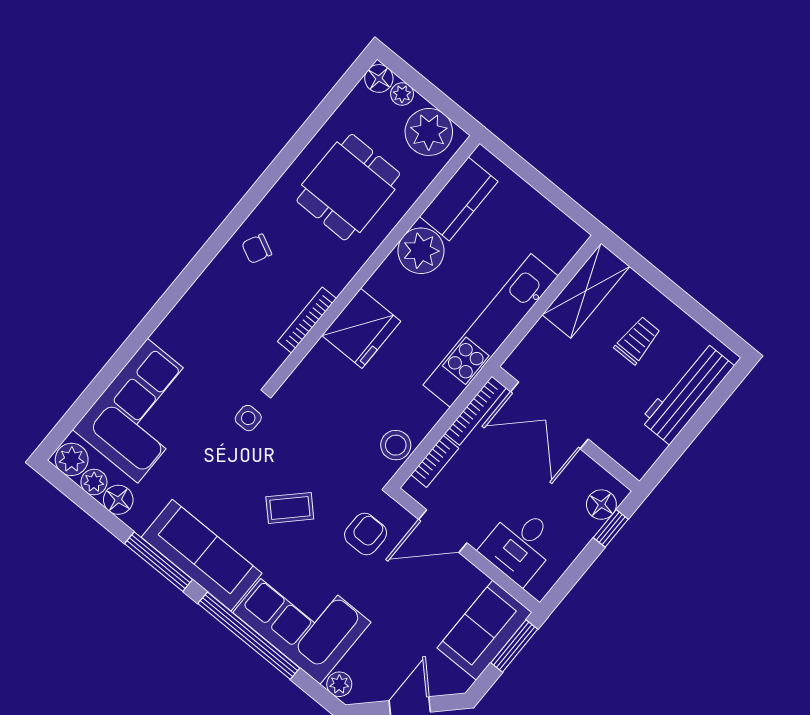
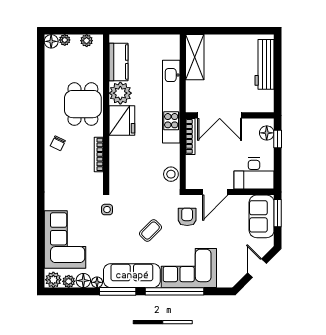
plant: (429, 132) -> (87, 41), width x0.53, depth x0.53
dining table: (348, 187) -> (83, 104), moved
fridge: (361, 328) -> (122, 120), moved
trolley: (637, 340) -> (229, 60), removed
bookcase: (435, 461) -> (191, 168), removed
floor lamp: (138, 520) -> (97, 282), added
desk: (520, 545) -> (254, 173), width x1.37
plant: (339, 684) -> (224, 282), removed

